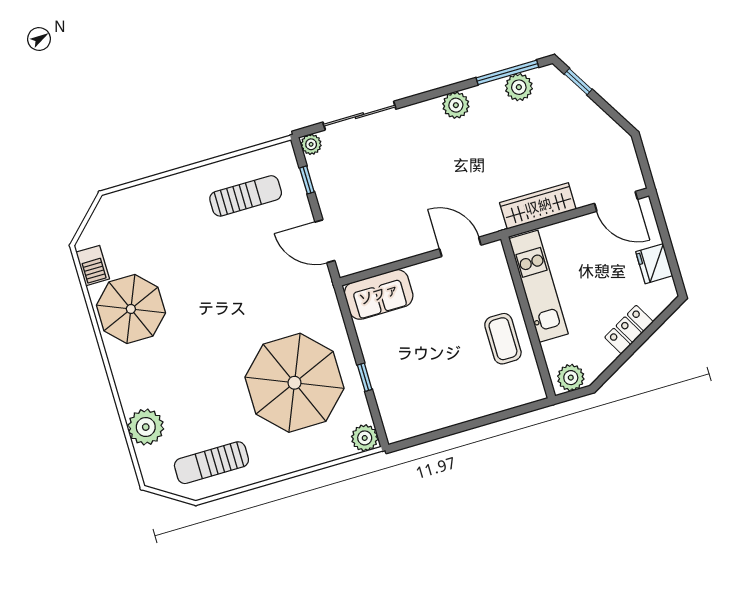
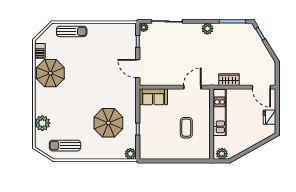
plant: (519, 87) -> (235, 29), removed
sun lounger: (246, 196) -> (72, 31), moved
wardrobe: (538, 206) -> (229, 80), width x0.67
door: (460, 247) -> (192, 87), hinge flipped
locker: (629, 330) -> (251, 141), removed
coffee table: (503, 339) -> (186, 128), moved
parasol: (294, 383) -> (108, 123), width x0.73, depth x0.73

